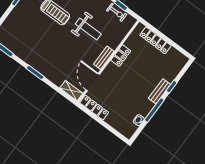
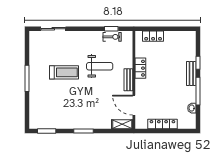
locker: (155, 40) -> (153, 36), width x0.66
locker: (94, 108) -> (162, 124), moved

